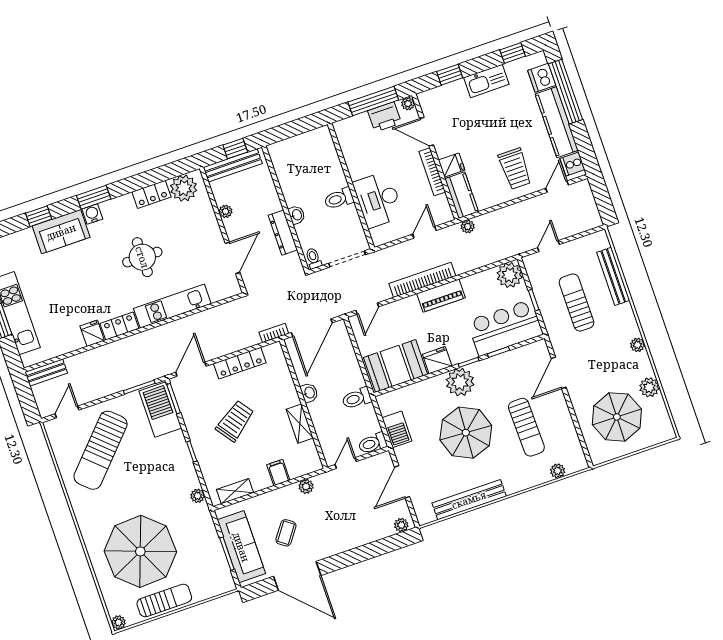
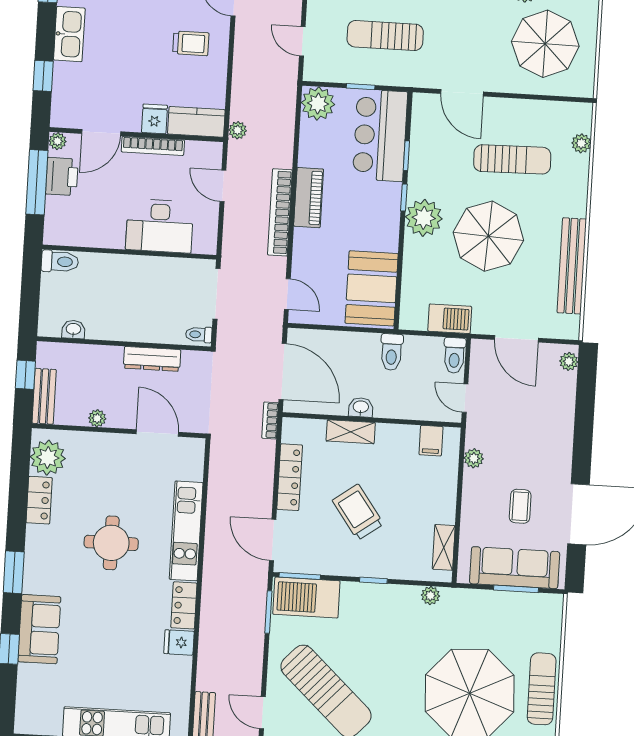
bench: (233, 165) -> (44, 396), width x0.73
trolley: (515, 169) -> (191, 43), width x0.73, depth x0.72
toilet: (339, 199) -> (60, 262), moved, turned -90
water cooler: (92, 214) -> (33, 582), removed
washbasin: (297, 215) -> (73, 329), moved
fridge: (437, 360) -> (385, 235), removed
shelving: (300, 424) -> (351, 432), moved
filing cabinet: (278, 472) -> (431, 441), moved, turned -90
coffee table: (286, 533) -> (520, 506), turned 54

